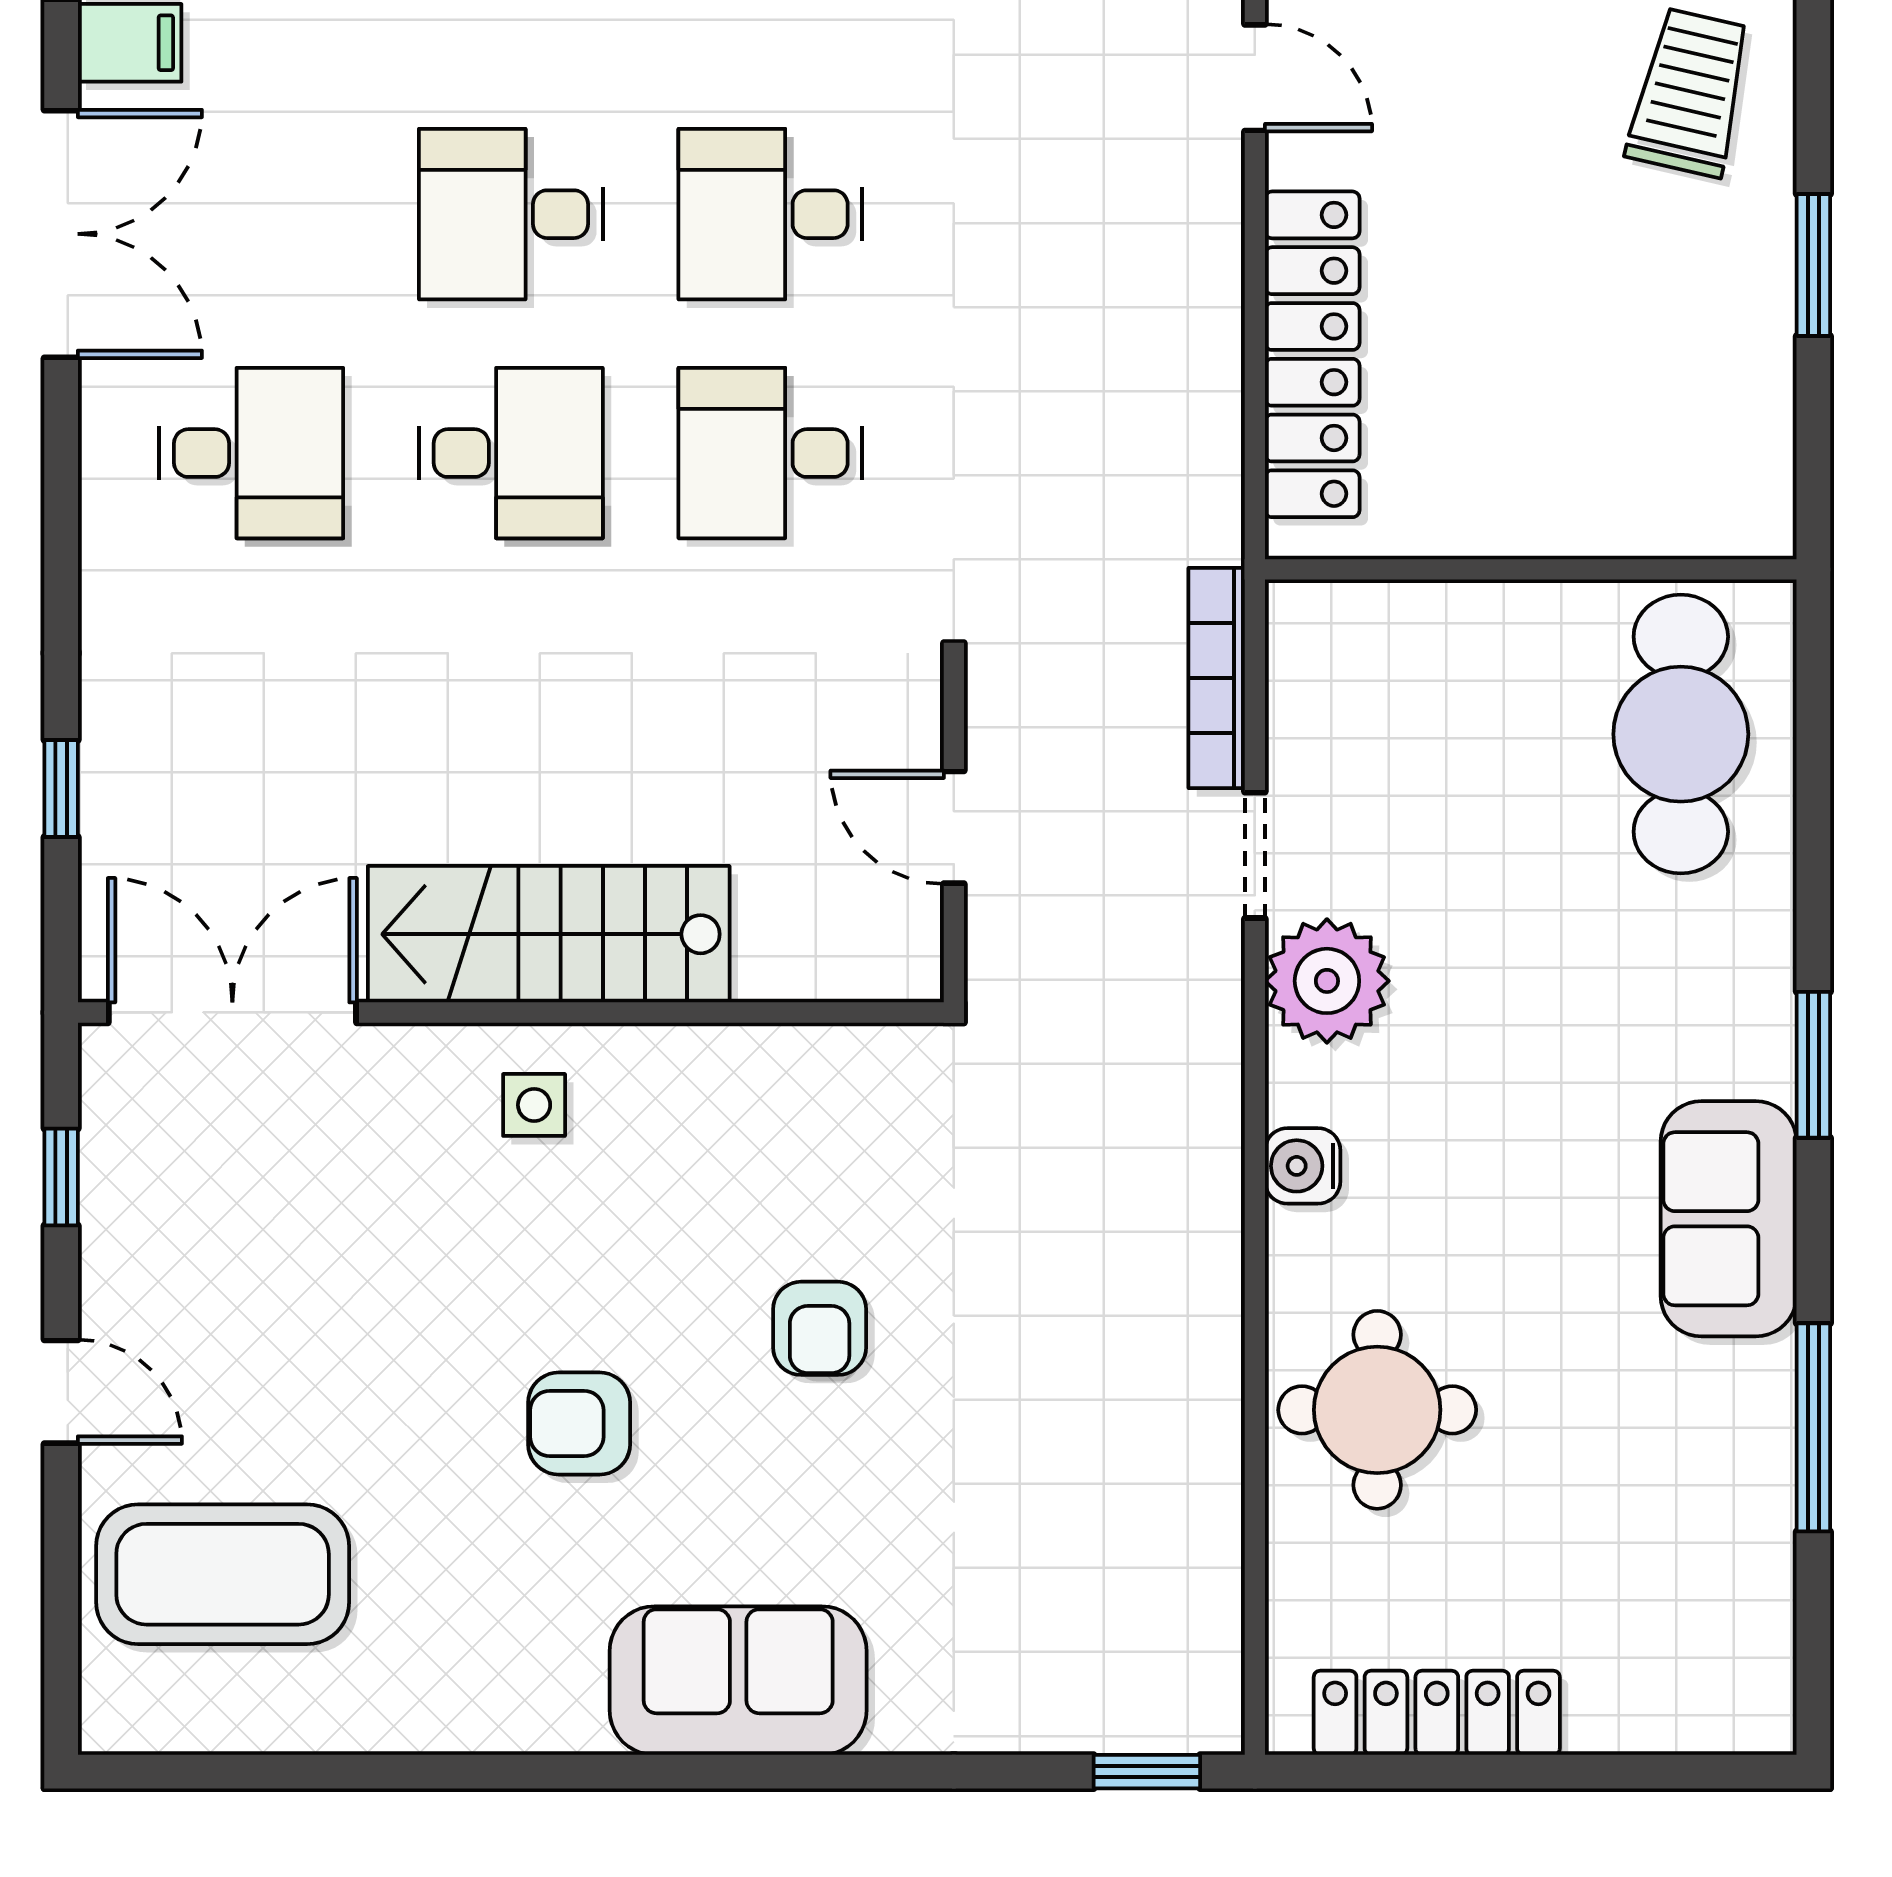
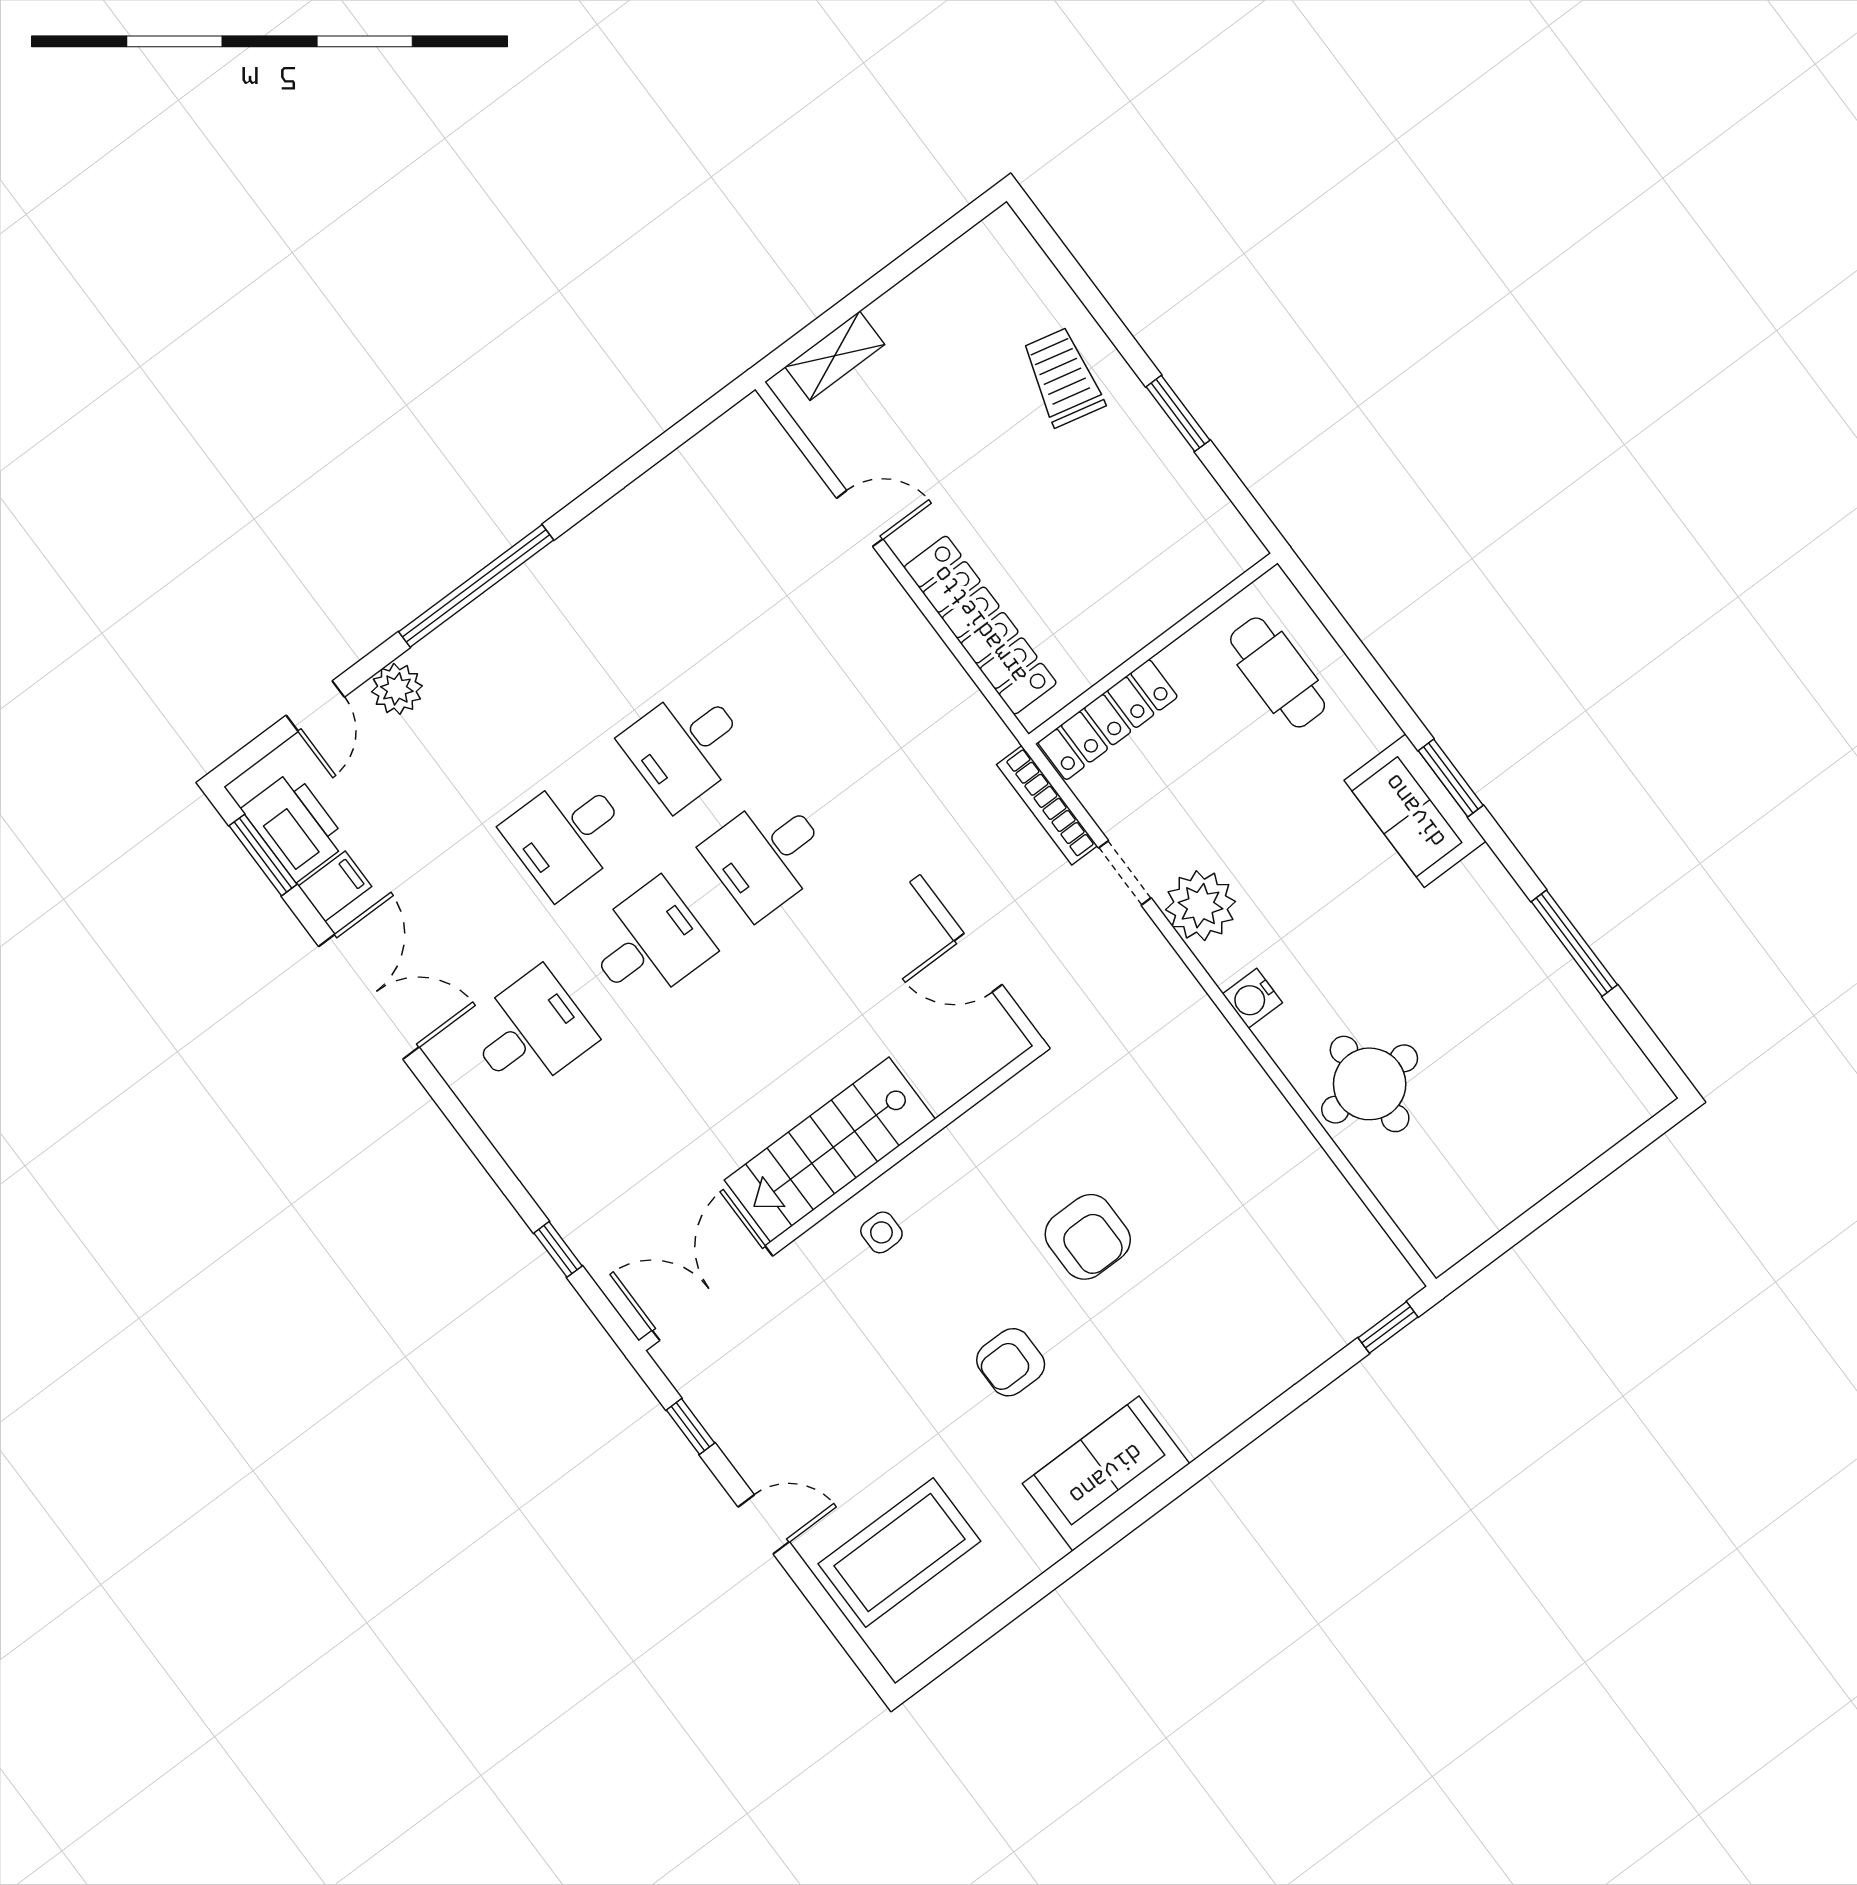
cafe table: (1681, 734) -> (1278, 672), width x0.73, depth x0.74
sofa: (1729, 1219) -> (1415, 811), moved
armchair: (820, 1328) -> (1088, 1237), width x1.38, depth x1.38
sofa: (738, 1681) -> (1106, 1474), moved
locker: (1437, 1713) -> (1108, 720), moved, turned 180

